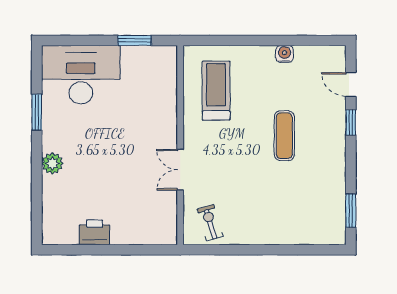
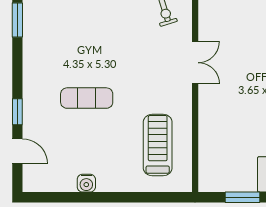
treadmill: (216, 91) -> (158, 145), turned 180
exercise mat: (284, 136) -> (87, 98), turned 90

